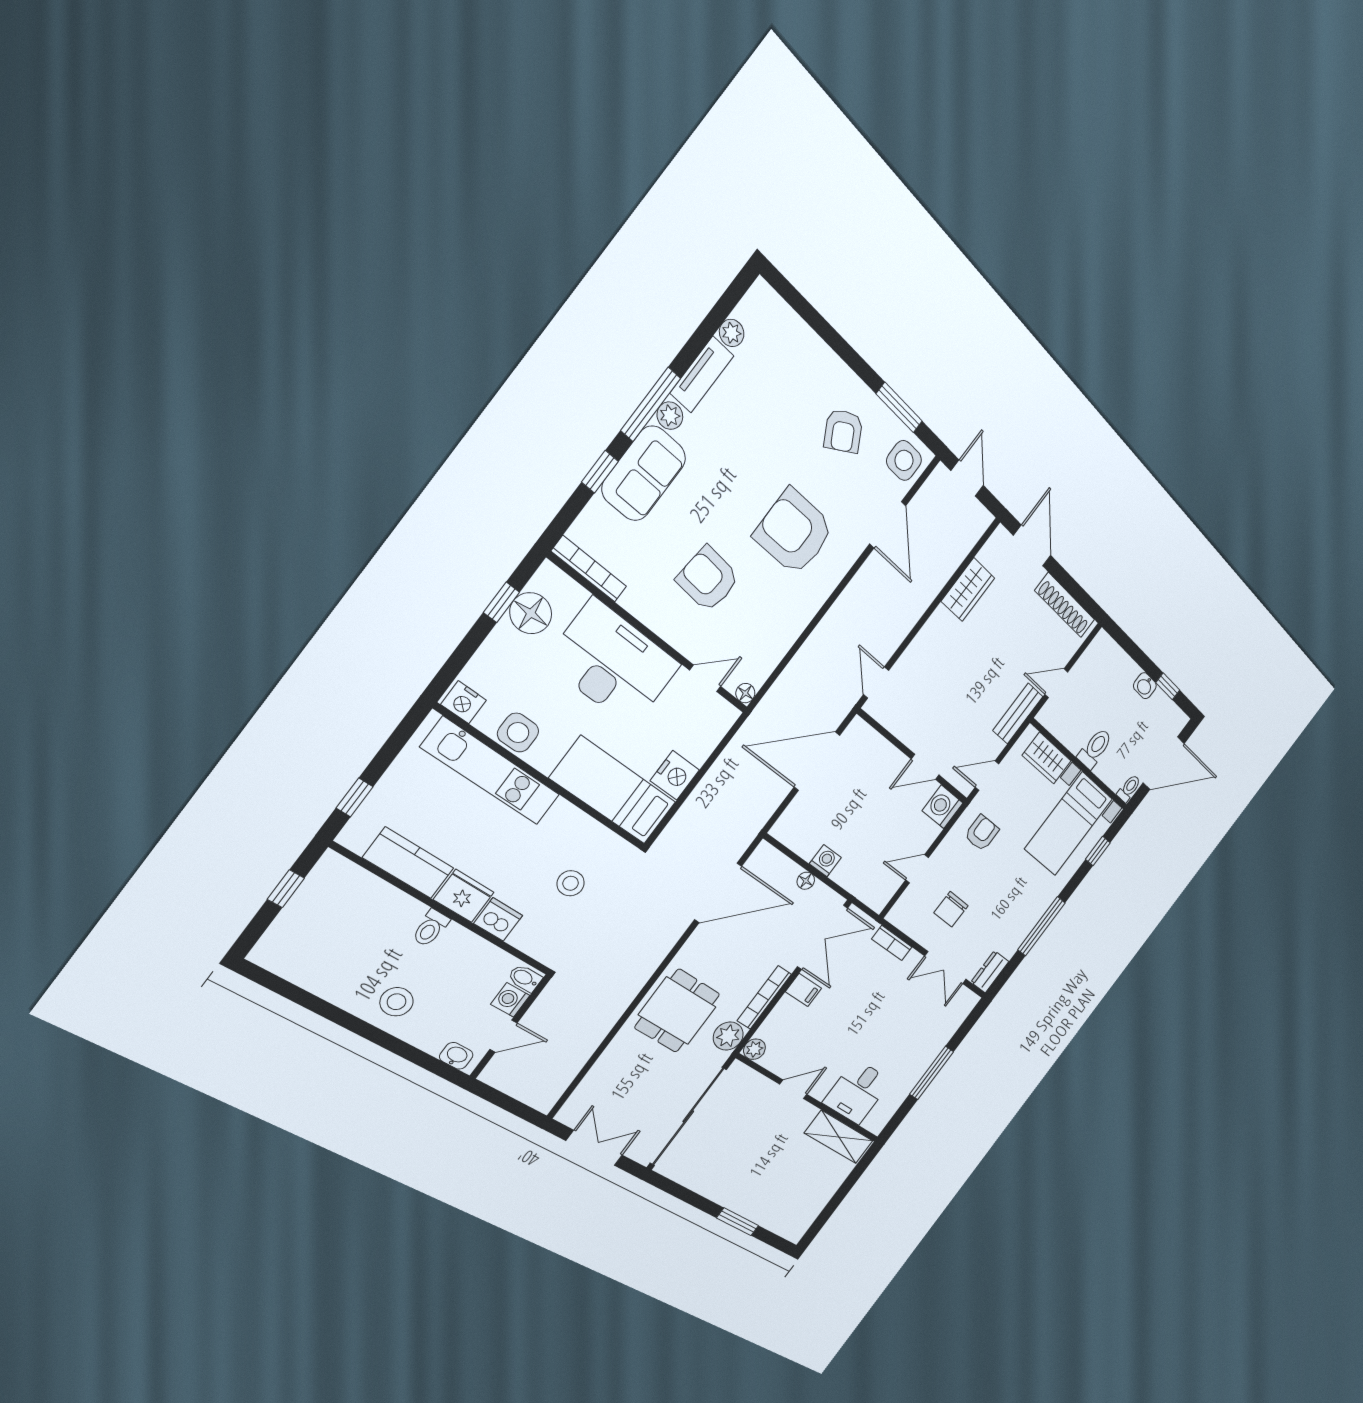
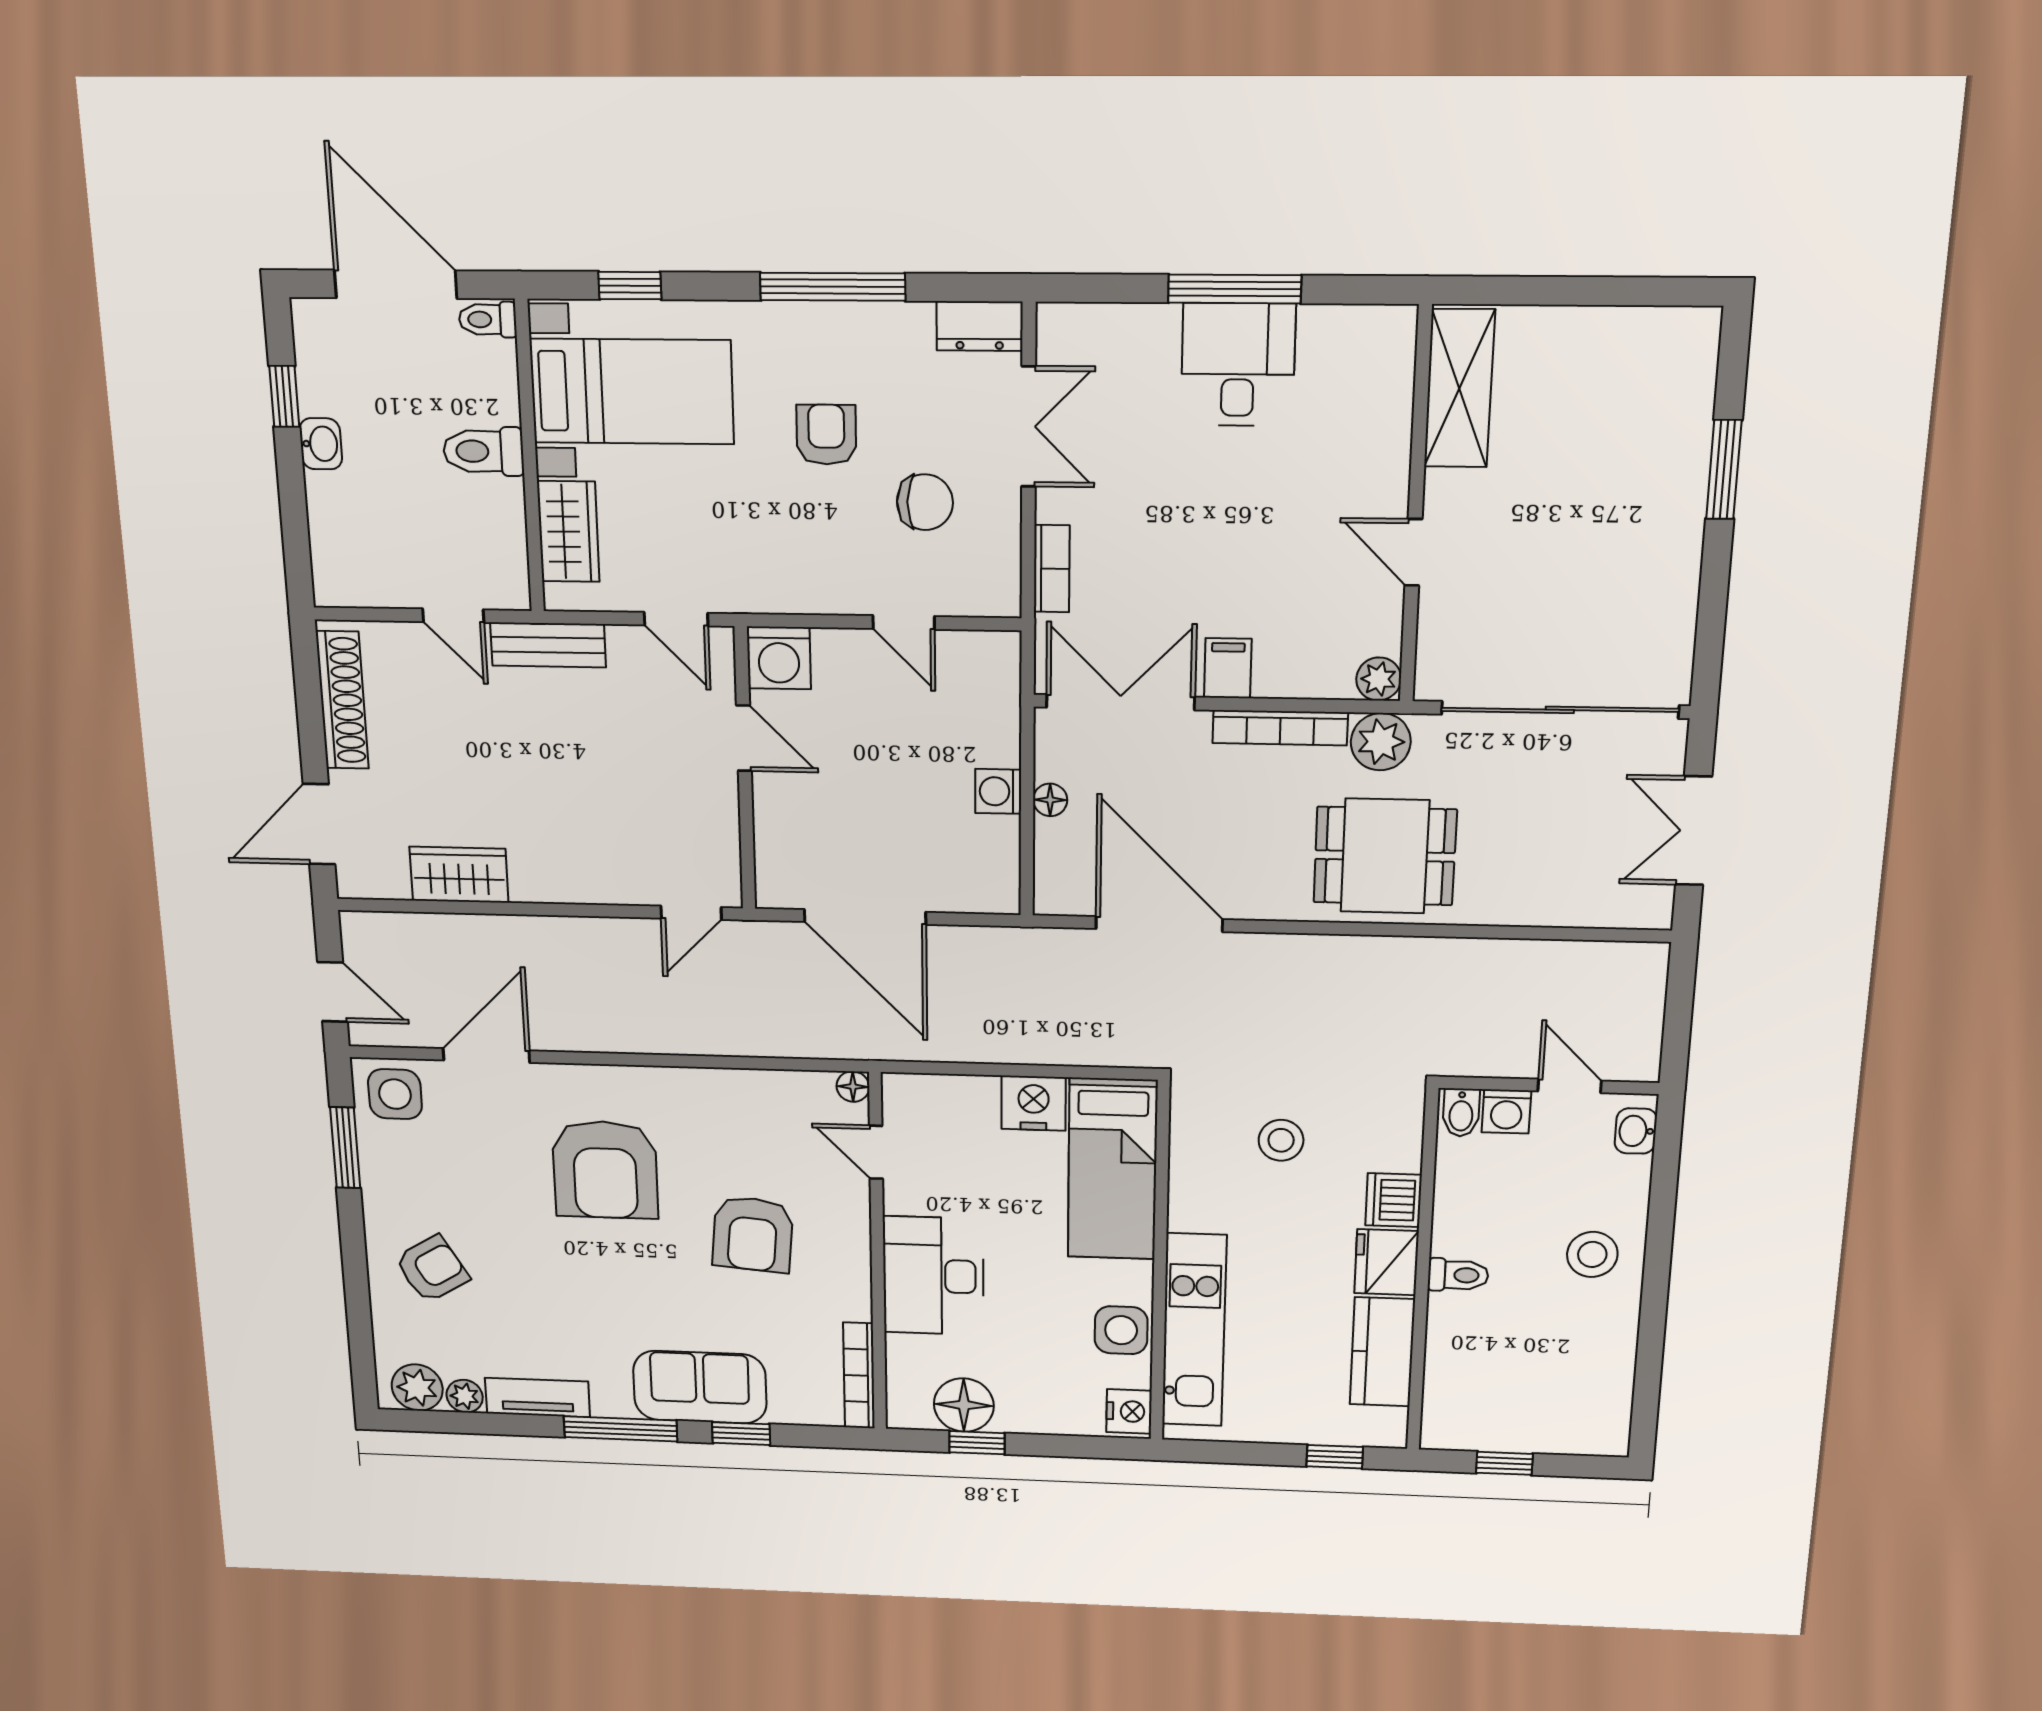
plant: (670, 416) -> (417, 1388), moved, width x1.38, depth x1.38
armchair: (843, 431) -> (432, 1269), moved
door: (967, 478) -> (333, 992), swing flipped
desk: (613, 663) -> (933, 1276), width x0.73, depth x0.77
armchair: (982, 833) -> (826, 435), moved, turned 90
desk: (857, 1092) -> (1238, 365), moved, turned -90

